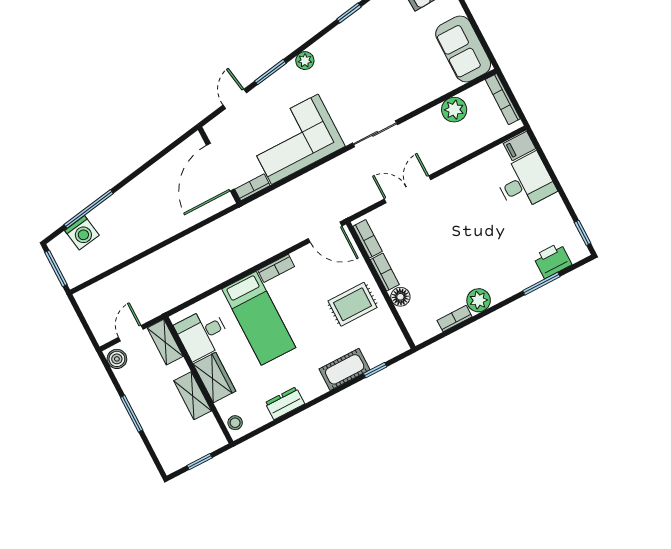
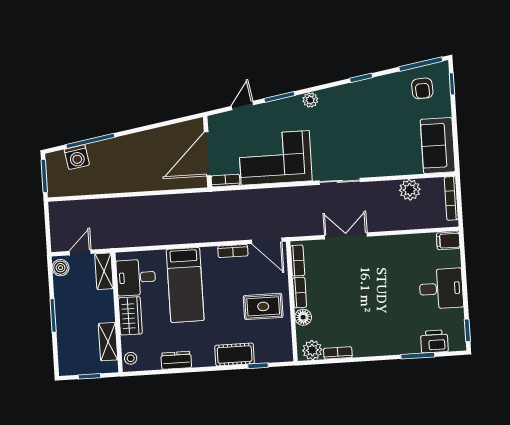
desk: (525, 182) -> (441, 289), moved
bookcase: (276, 268) -> (233, 251), moved
plant: (479, 300) -> (312, 350), moved
shelving: (193, 396) -> (108, 342), moved

